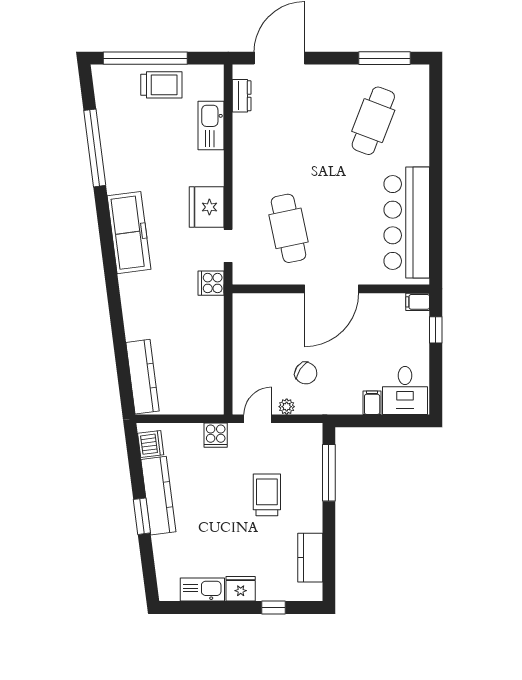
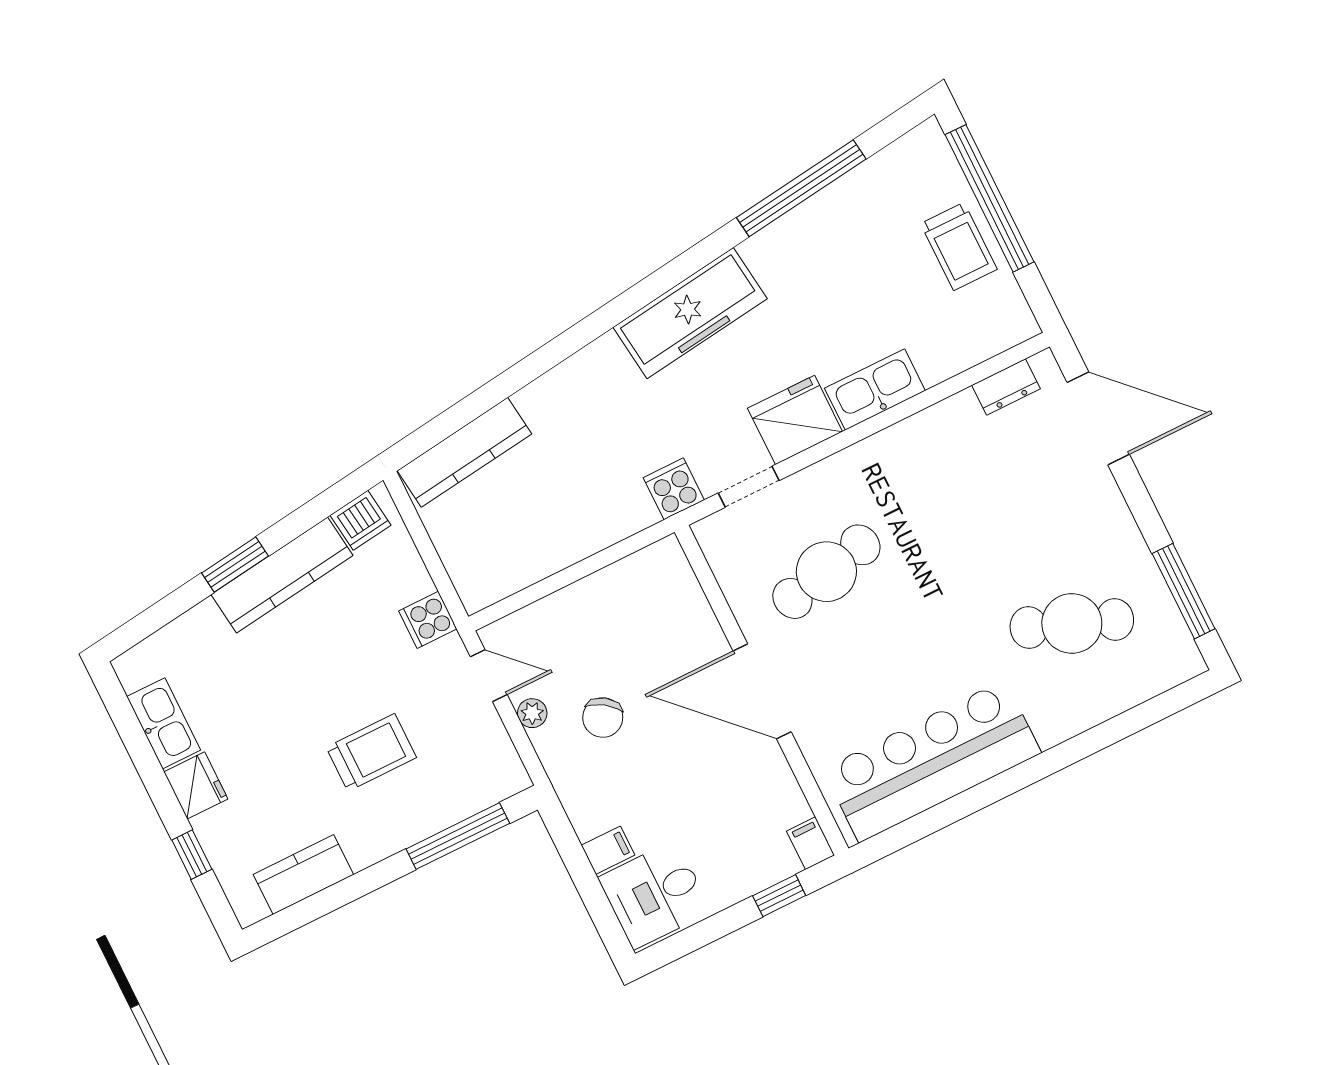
kitchen sink: (211, 126) -> (875, 390), moved

